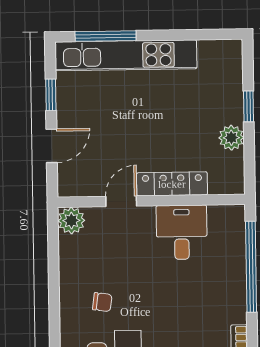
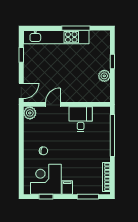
window: (106, 36) -> (76, 28), moved
door: (52, 146) -> (21, 91), moved
locker: (172, 184) -> (77, 97), removed

